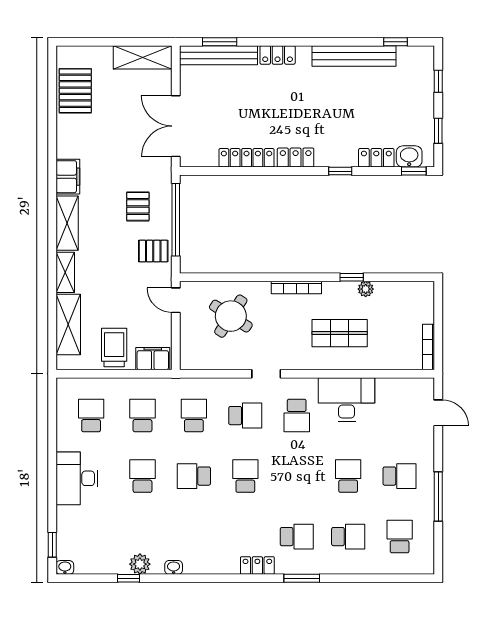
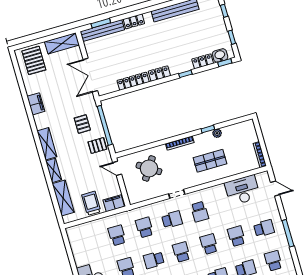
pallet: (75, 91) -> (34, 60), moved
filing cabinet: (68, 177) -> (36, 104), moved
desk: (347, 400) -> (242, 190), moved
school desk: (91, 416) -> (209, 244), moved

